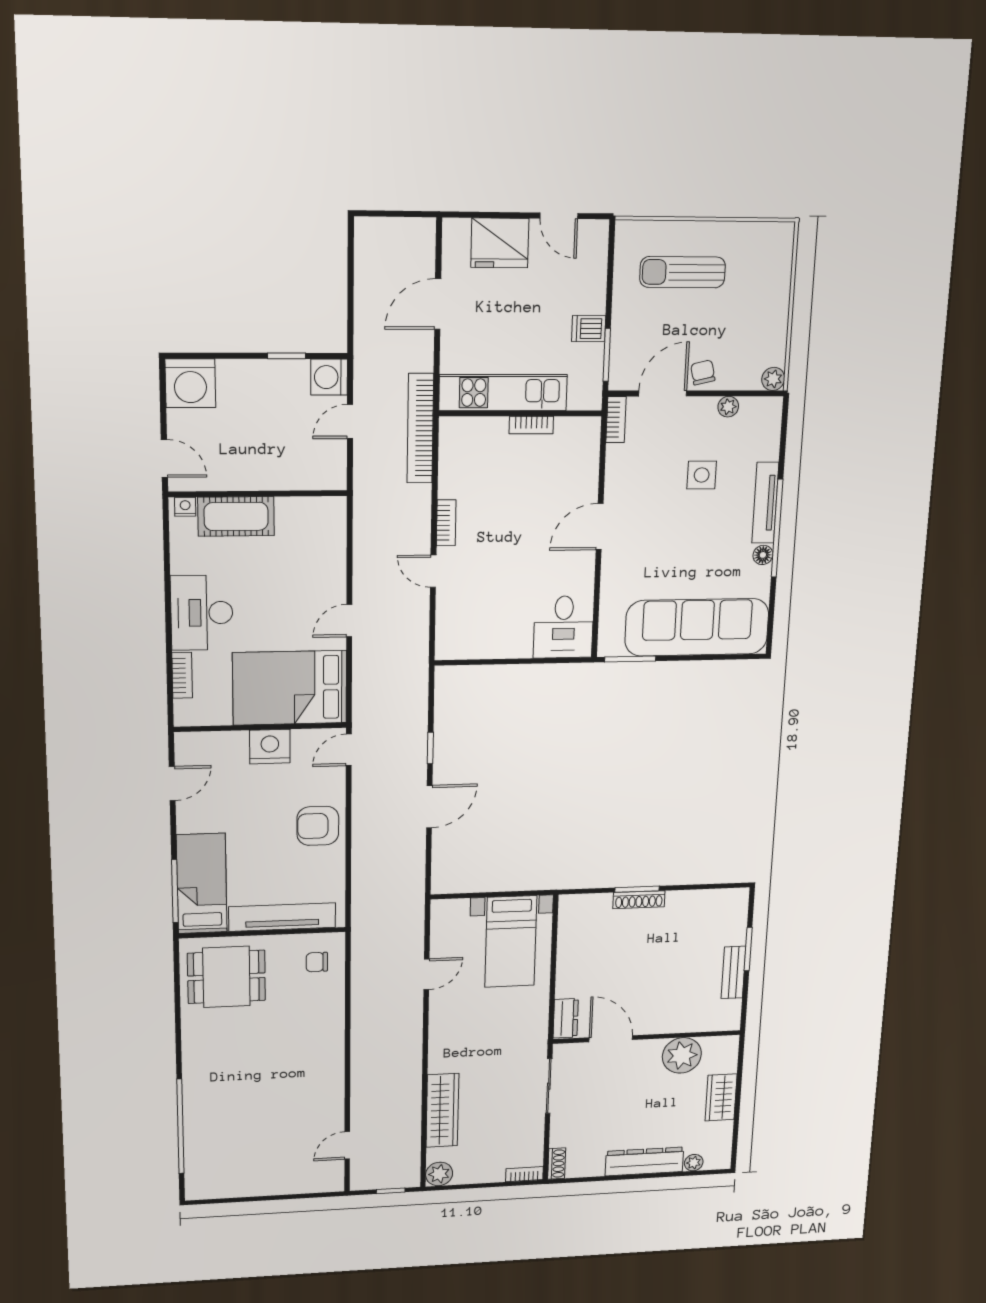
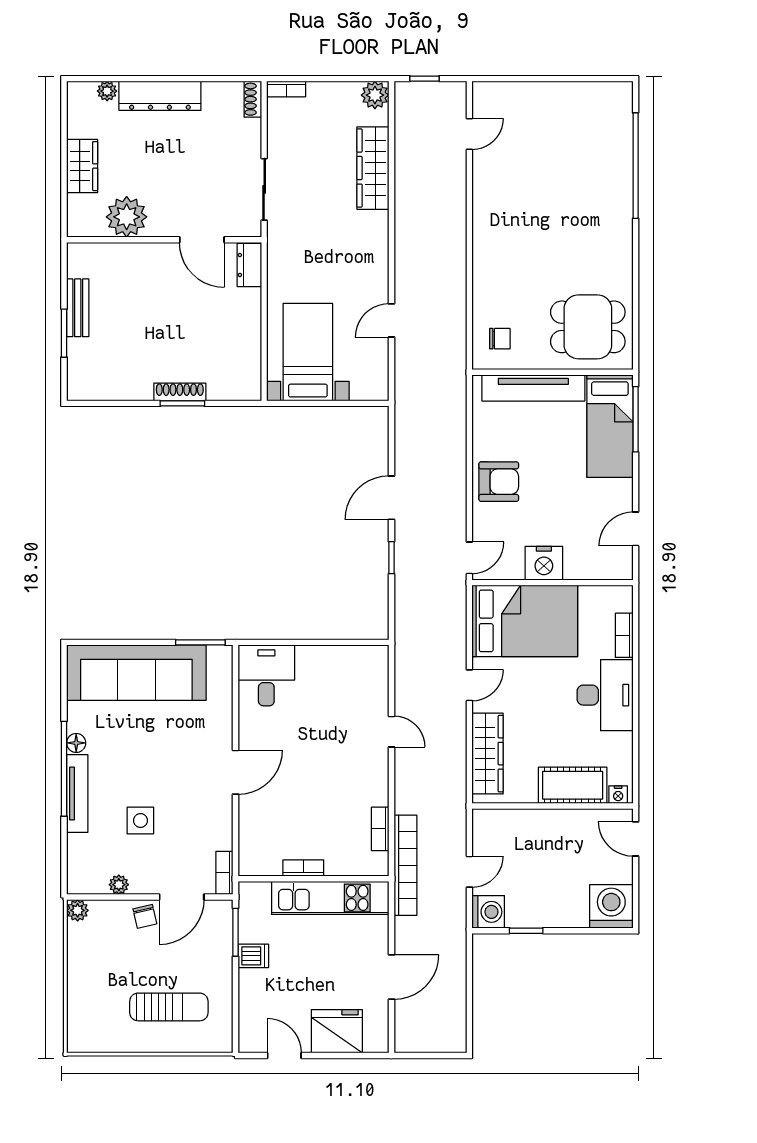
bookcase: (446, 523) -> (380, 829), moved
wardrobe: (330, 549) -> (488, 754), added

